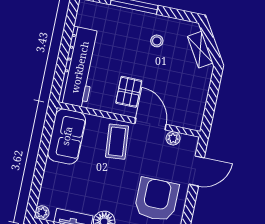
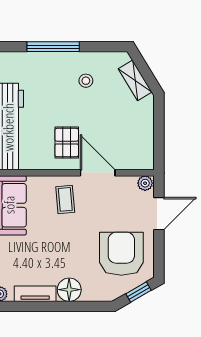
plant: (173, 138) -> (145, 183), moved
coffee table: (117, 142) -> (65, 199), width x0.73, depth x0.77

